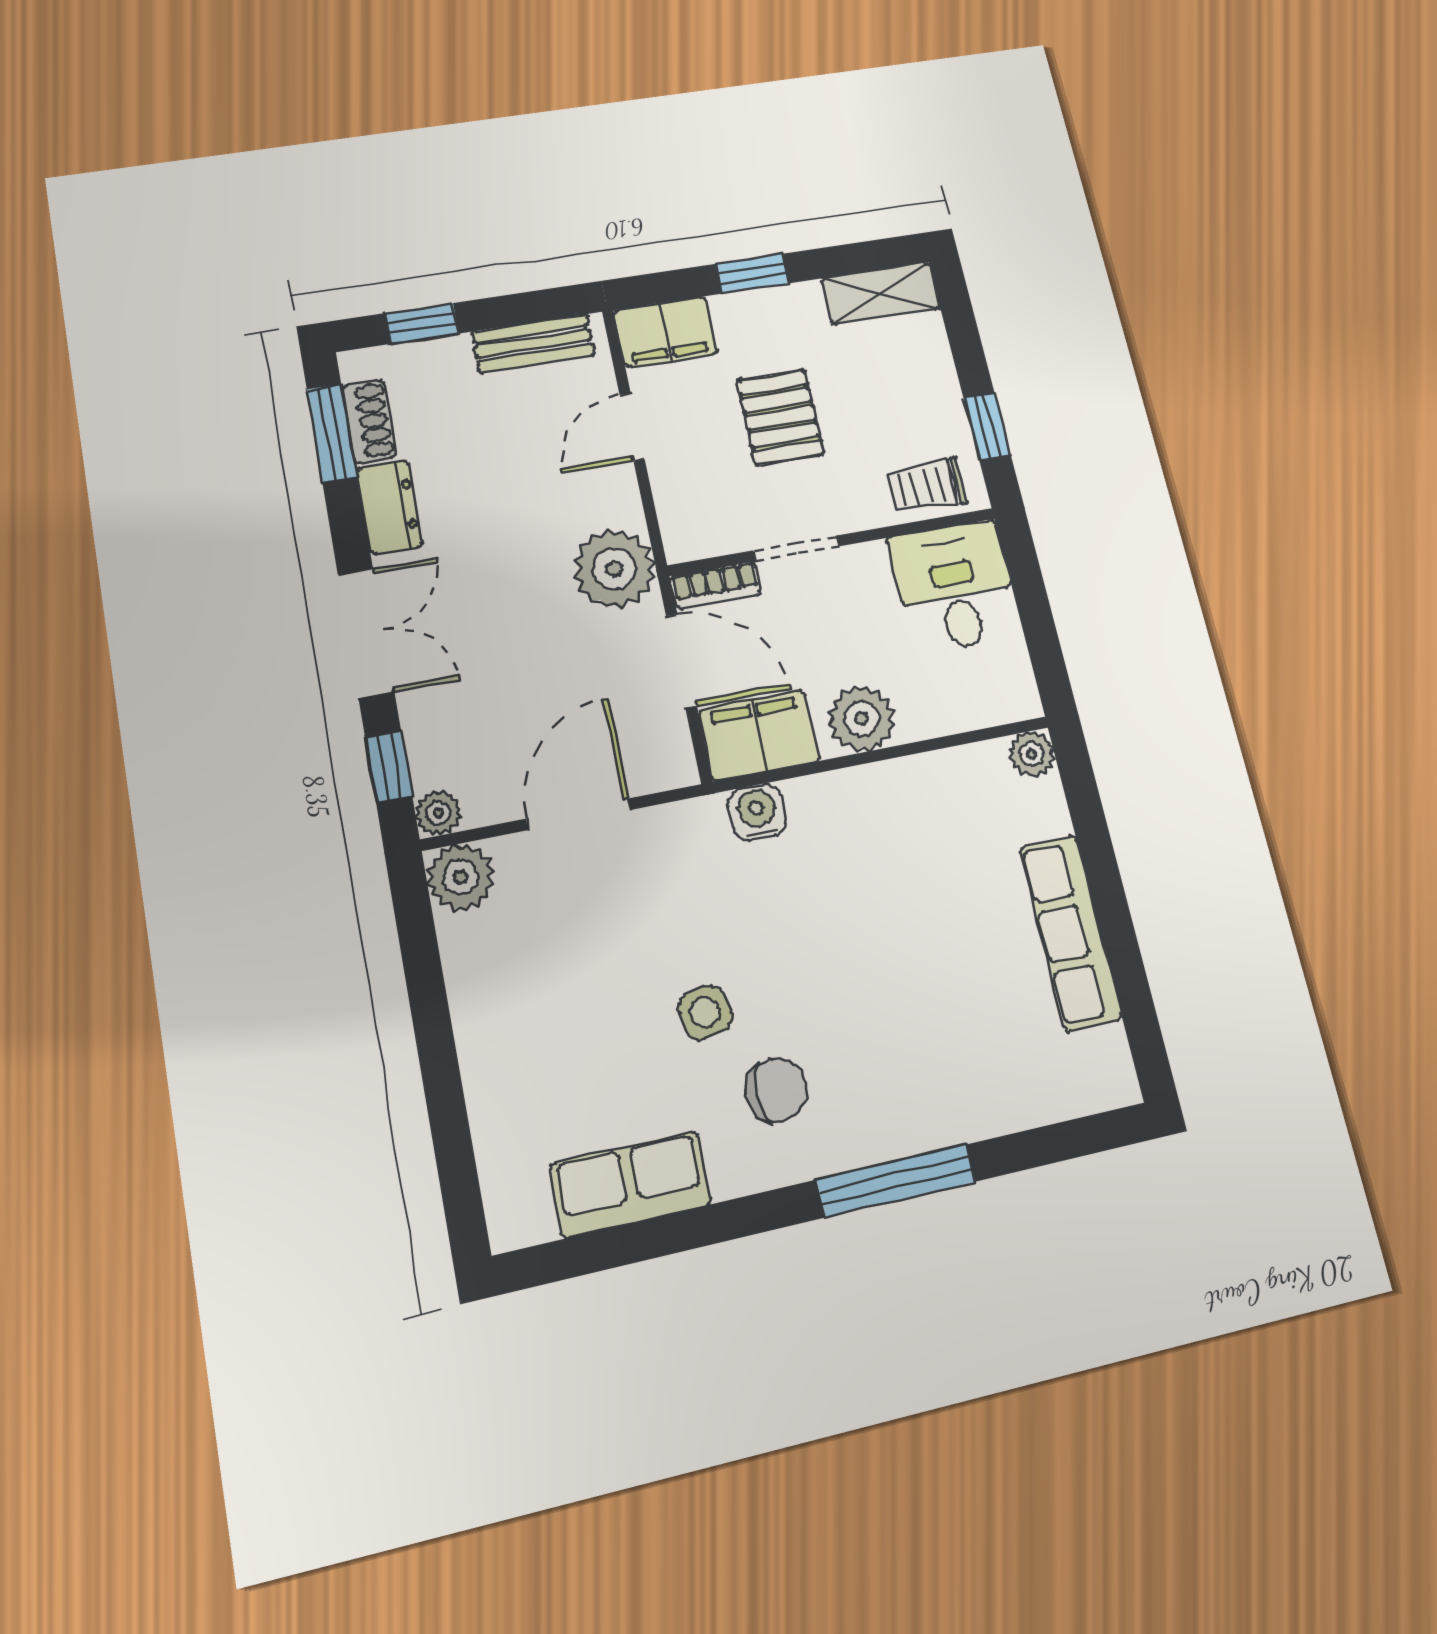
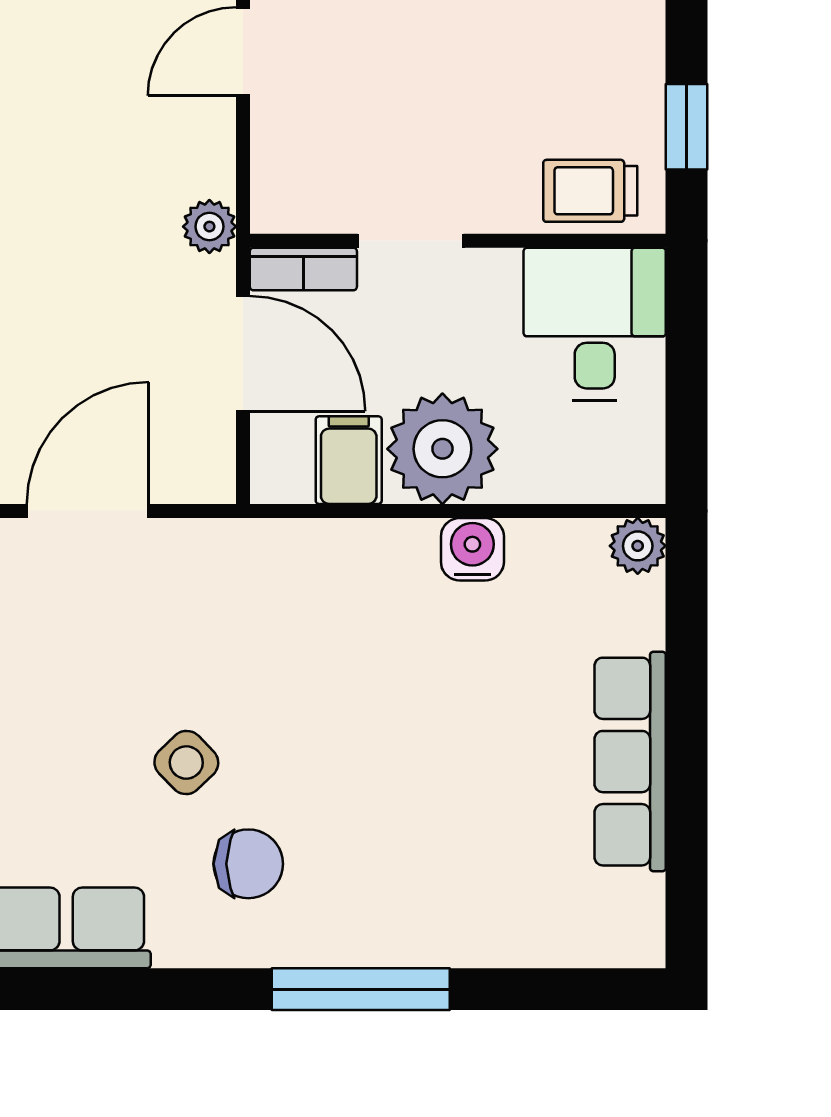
pallet: (780, 417) -> (428, 70), removed
plant: (614, 569) -> (209, 227), width x0.53, depth x0.53
plant: (862, 718) -> (442, 449), width x1.36, depth x1.36
filing cabinet: (759, 735) -> (349, 460), width x0.50
water cooler: (757, 812) -> (472, 549), moved
side table: (705, 1012) -> (186, 762), turned -31

